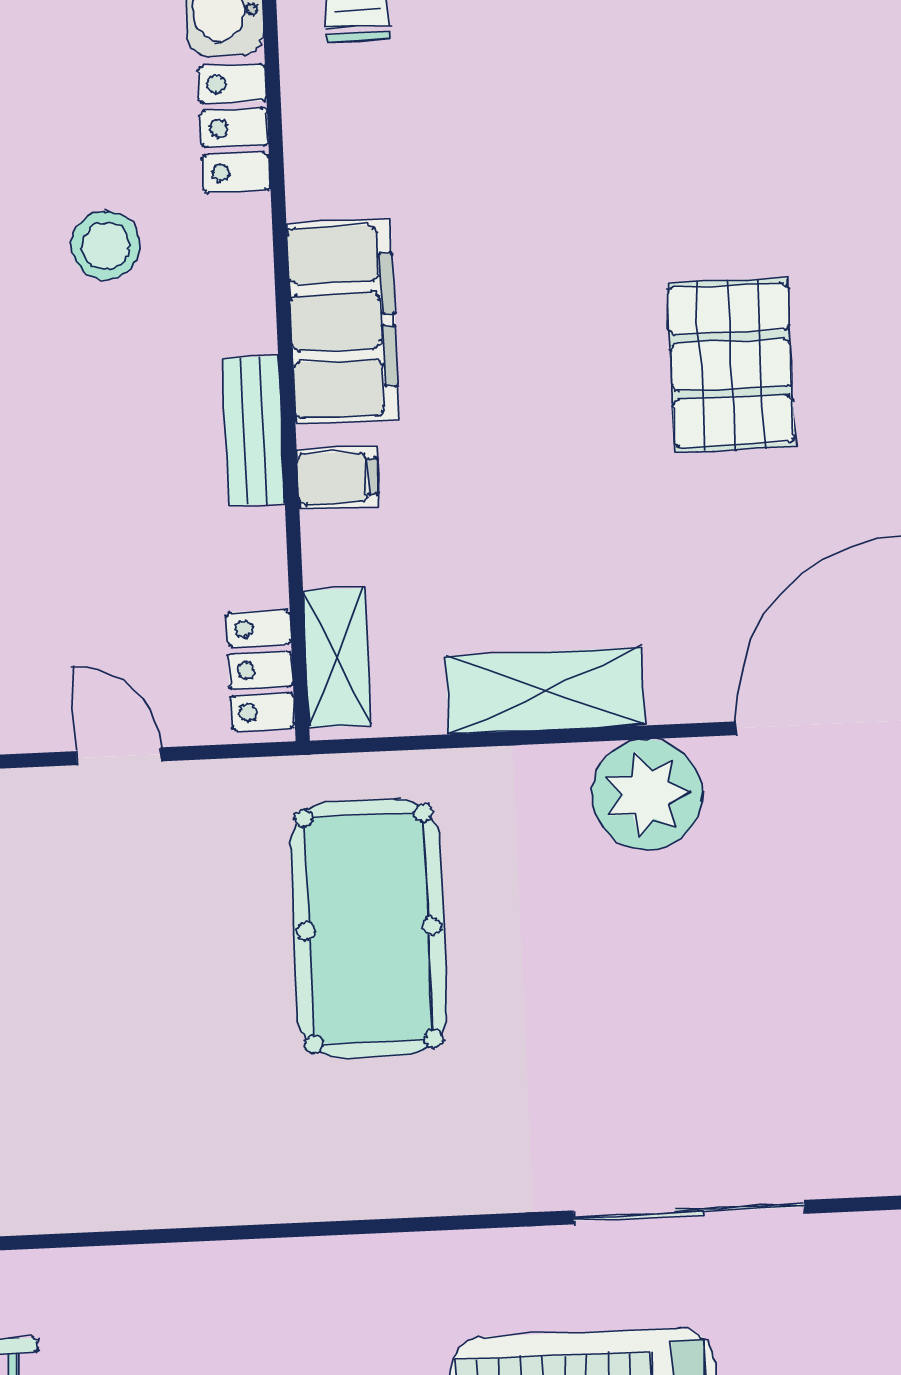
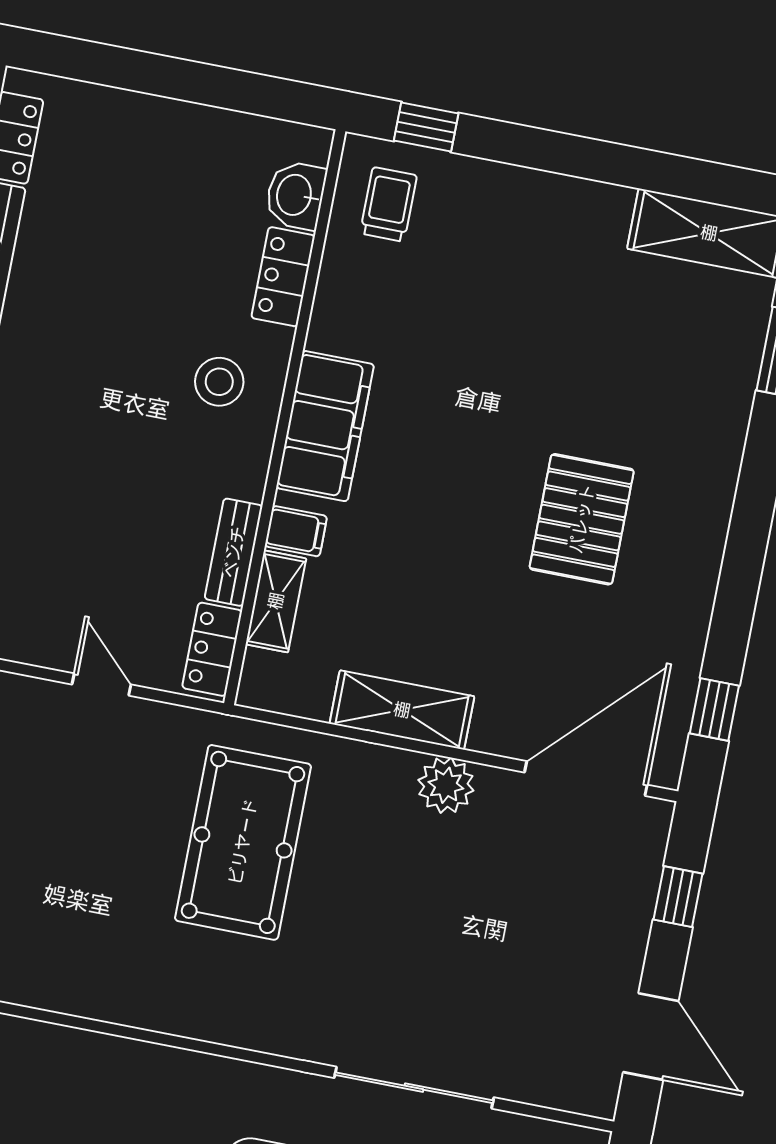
stool: (106, 245) -> (219, 382), moved
bench: (253, 431) -> (234, 552), moved
shelving: (337, 658) -> (276, 601), moved
plant: (647, 795) -> (446, 785), width x0.73, depth x0.73

